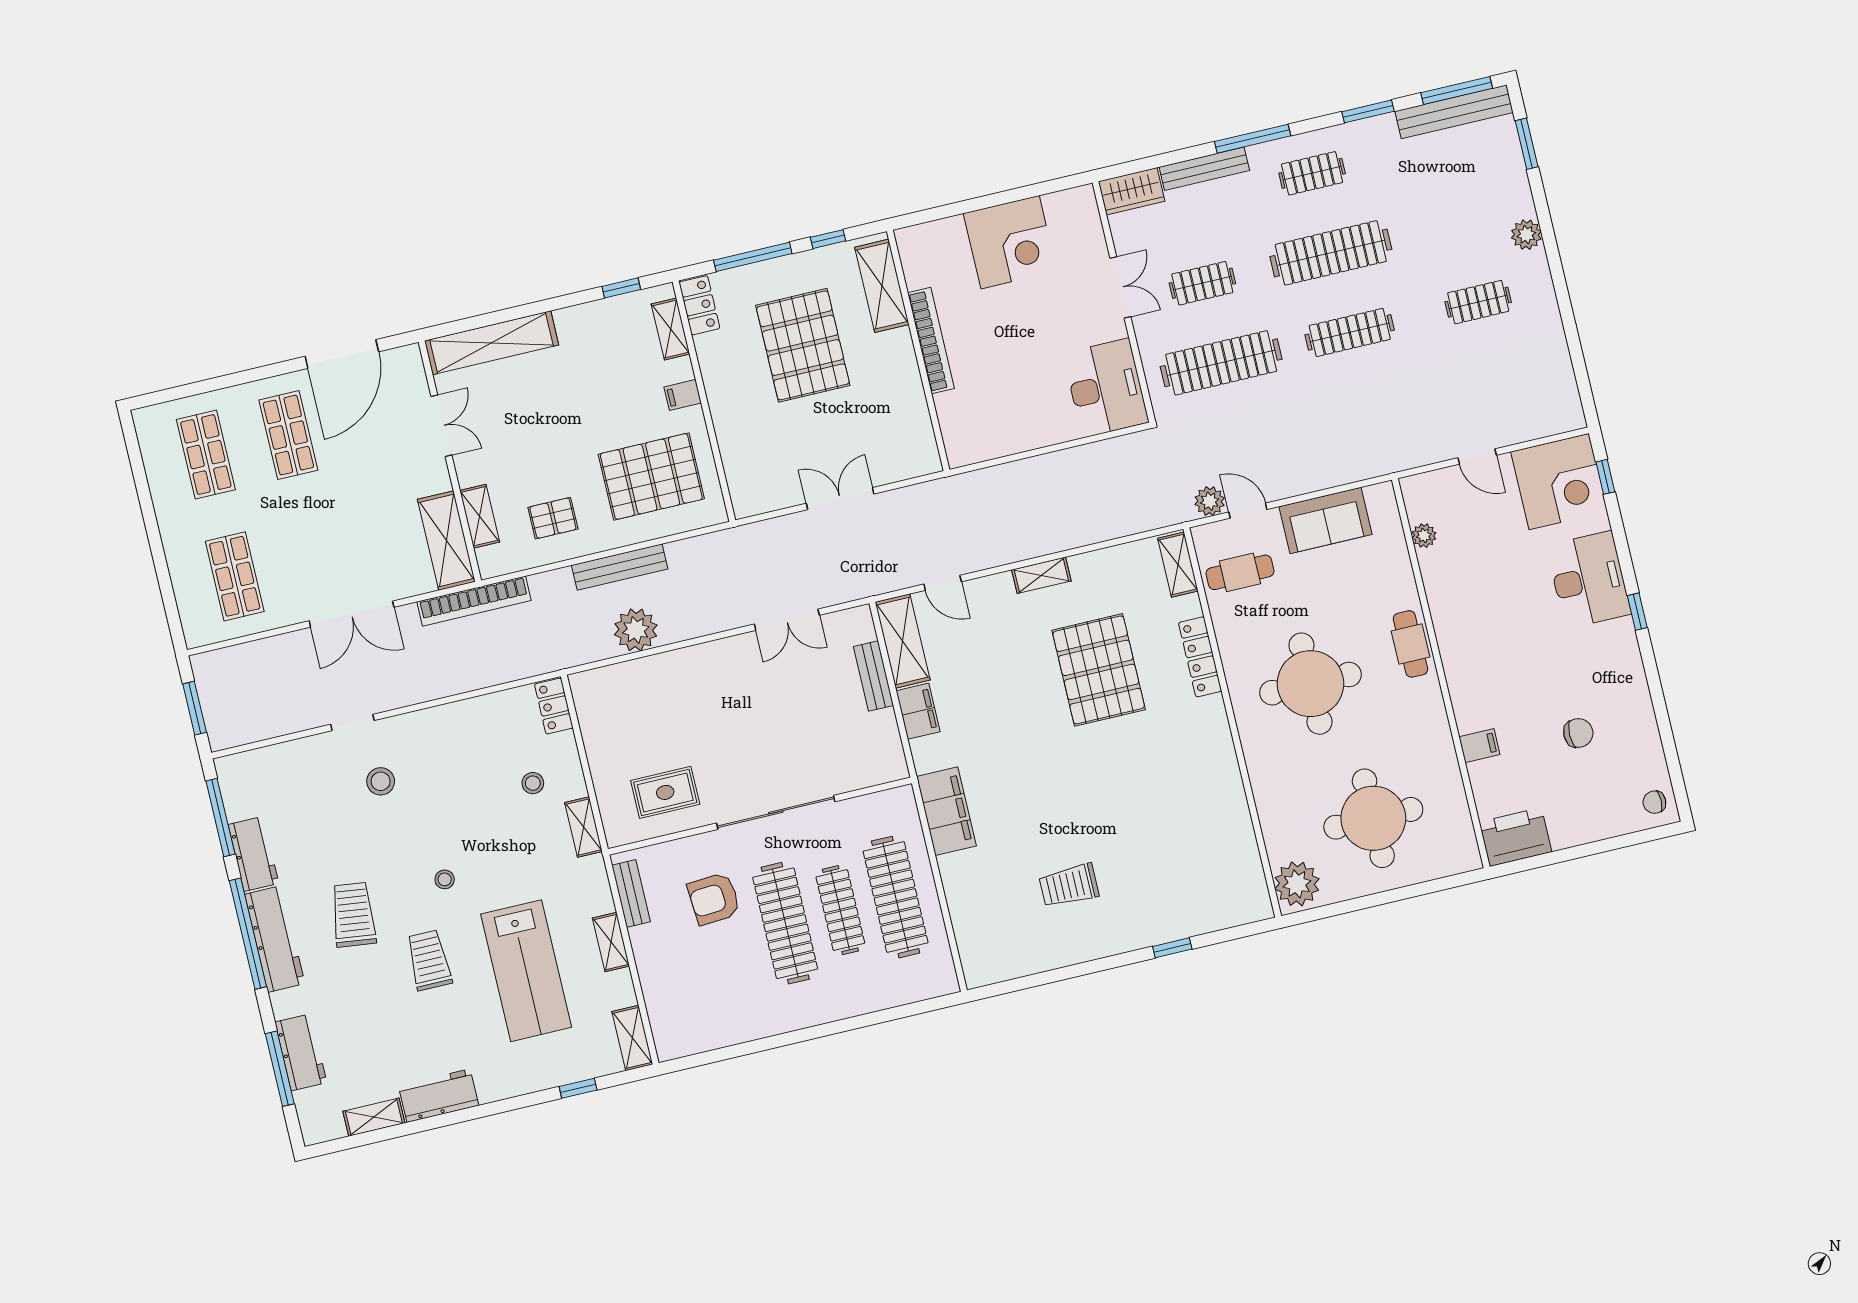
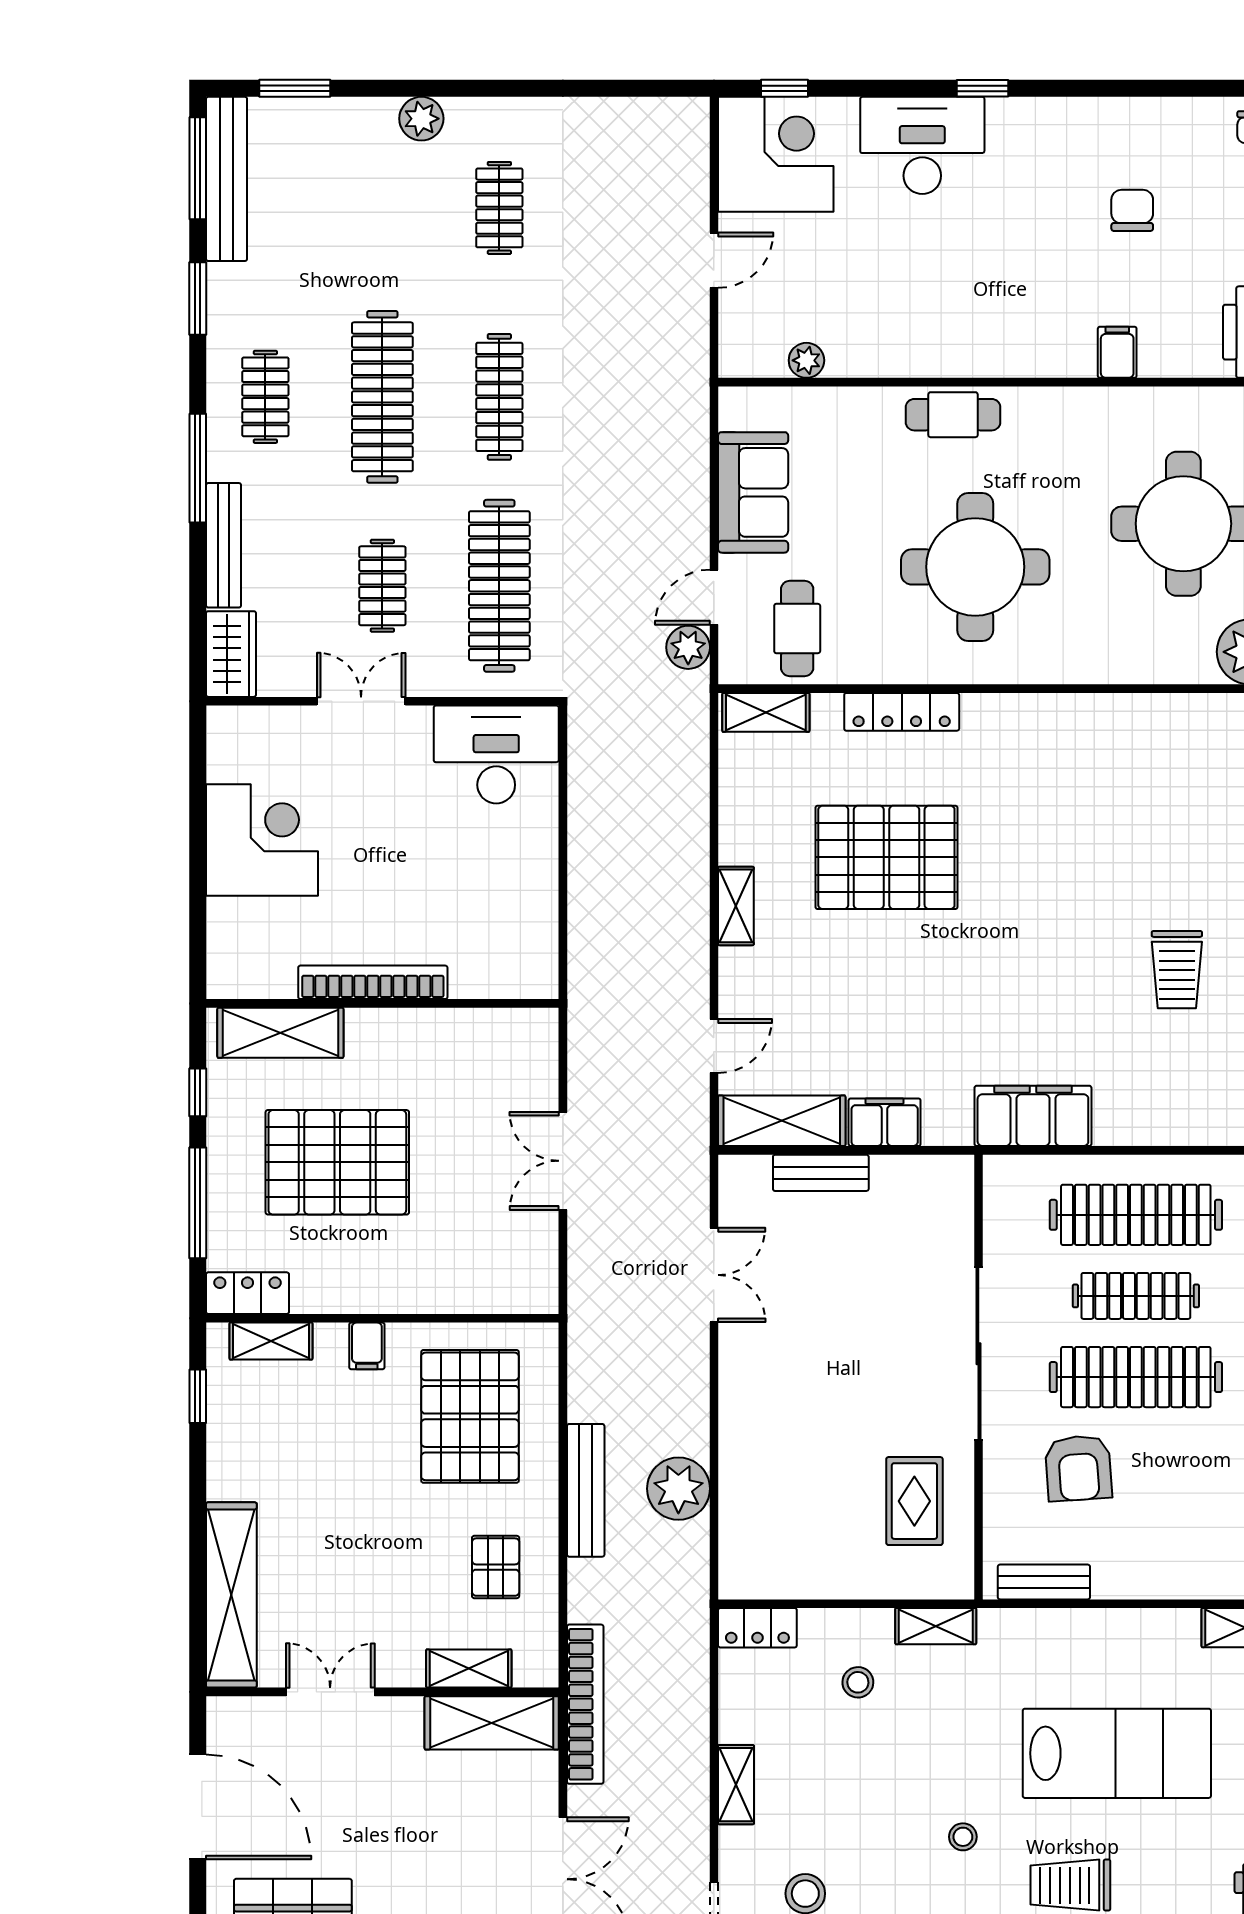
shelving: (611, 942) -> (736, 1785), moved, turned 90

